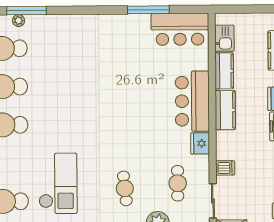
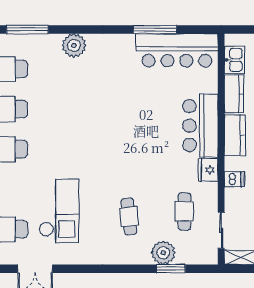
plant: (19, 21) -> (74, 45), moved, width x1.88, depth x1.88
bar counter: (180, 29) -> (177, 50), width x1.36
dishwasher: (225, 168) -> (234, 179), moved

